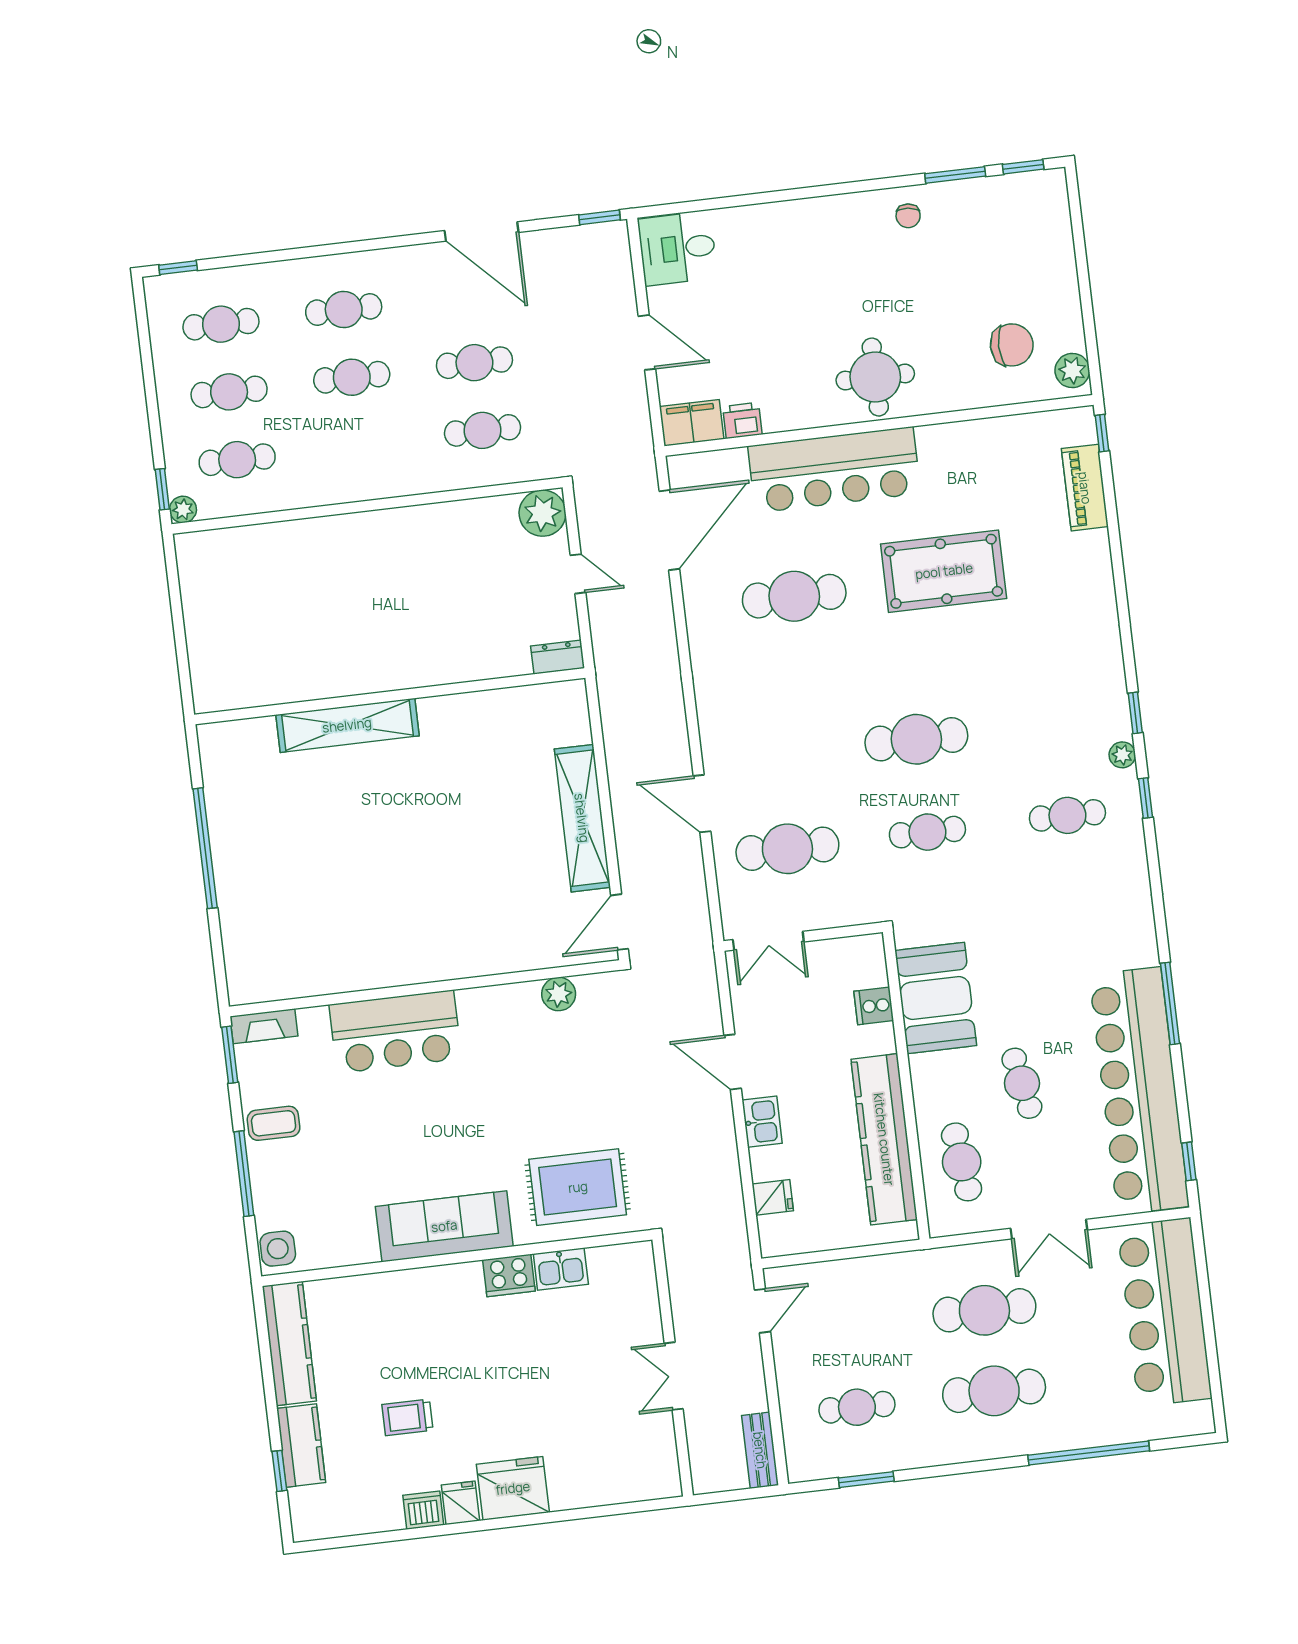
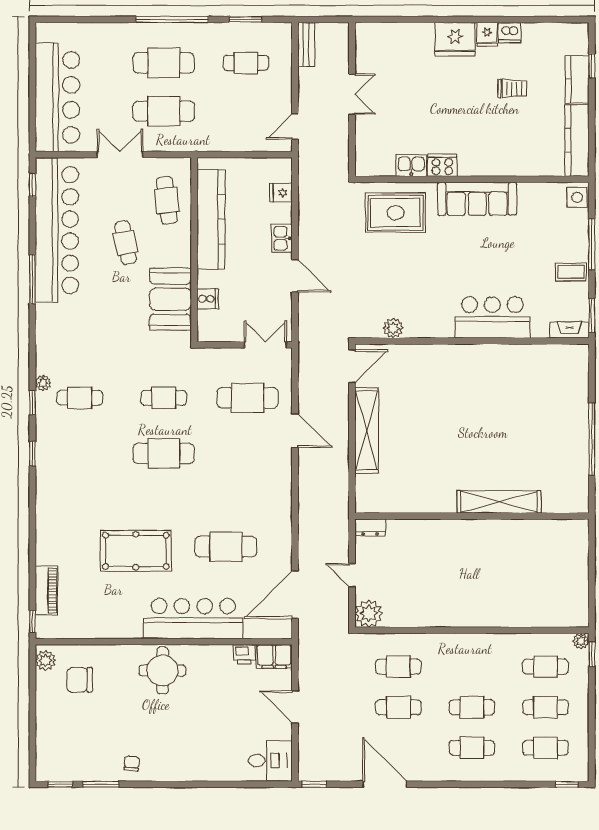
plant: (1122, 755) -> (43, 383), moved
window: (1089, 1453) -> (172, 19), moved

